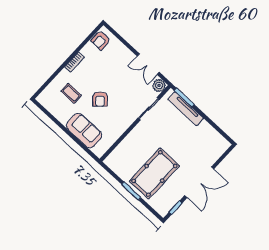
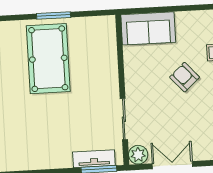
tv unit: (186, 109) -> (94, 159), width x0.71
sofa: (84, 131) -> (148, 28), moved

